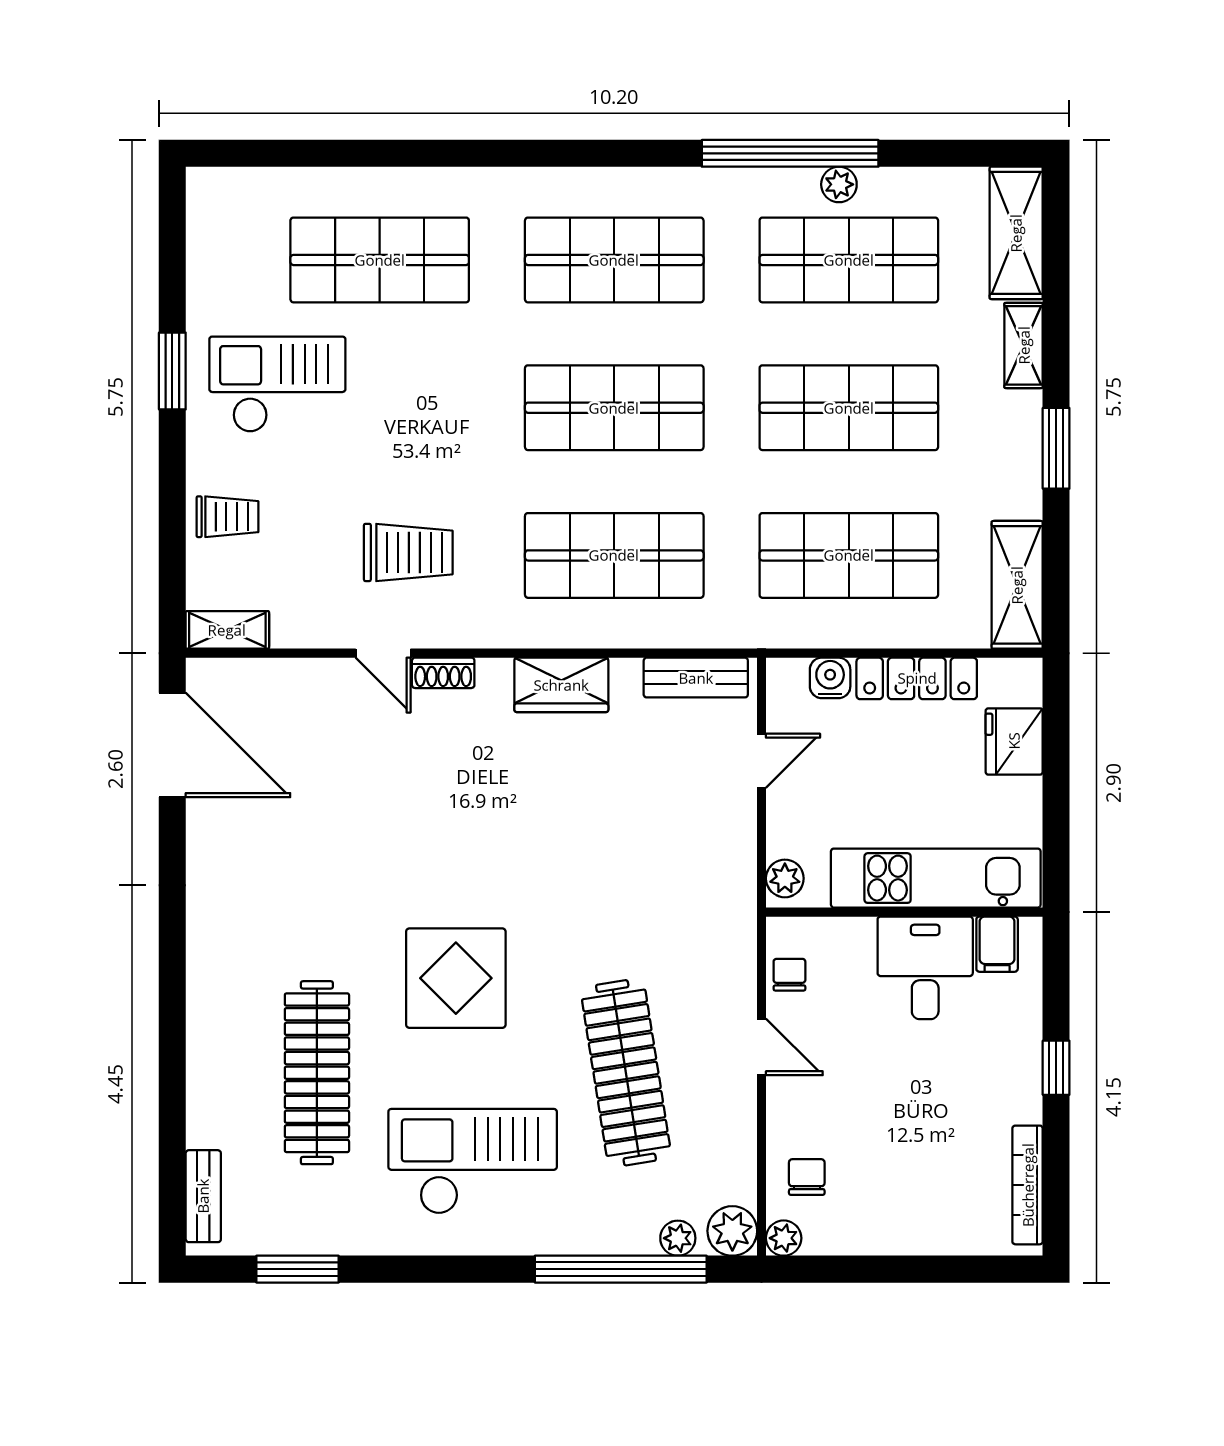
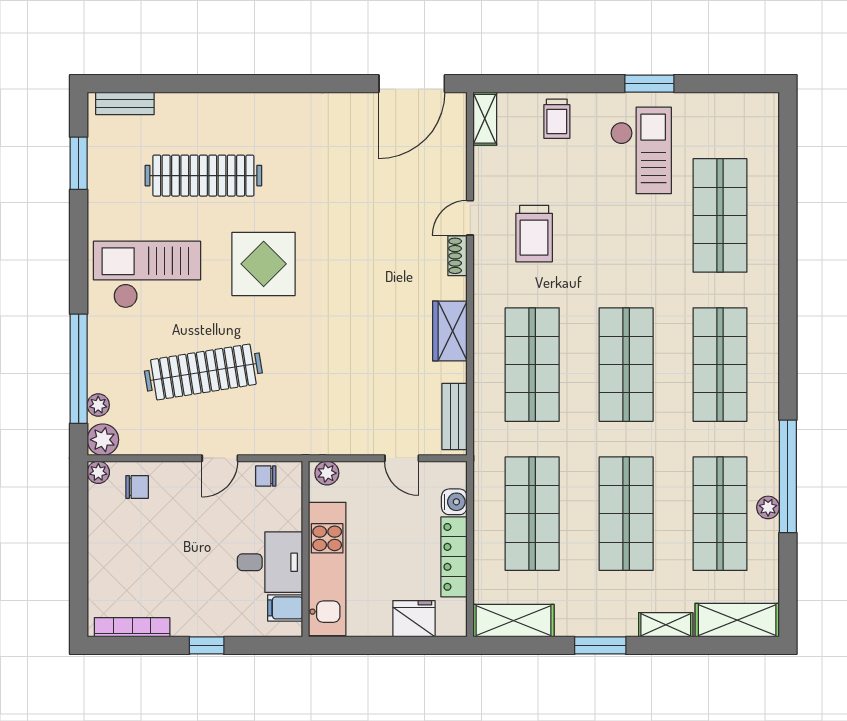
chair: (789, 975) -> (266, 476), turned 180
checkout: (473, 1161) -> (147, 275), turned -90

